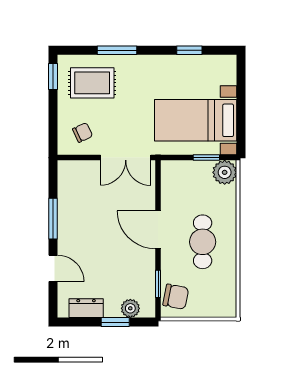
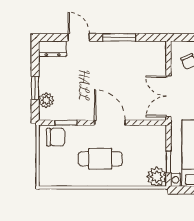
door: (158, 230) -> (110, 123), hinge flipped
door: (53, 268) -> (79, 37), swing flipped
chair: (176, 297) -> (56, 137), turned -101
dresser: (86, 308) -> (52, 49), moved, turned 90

